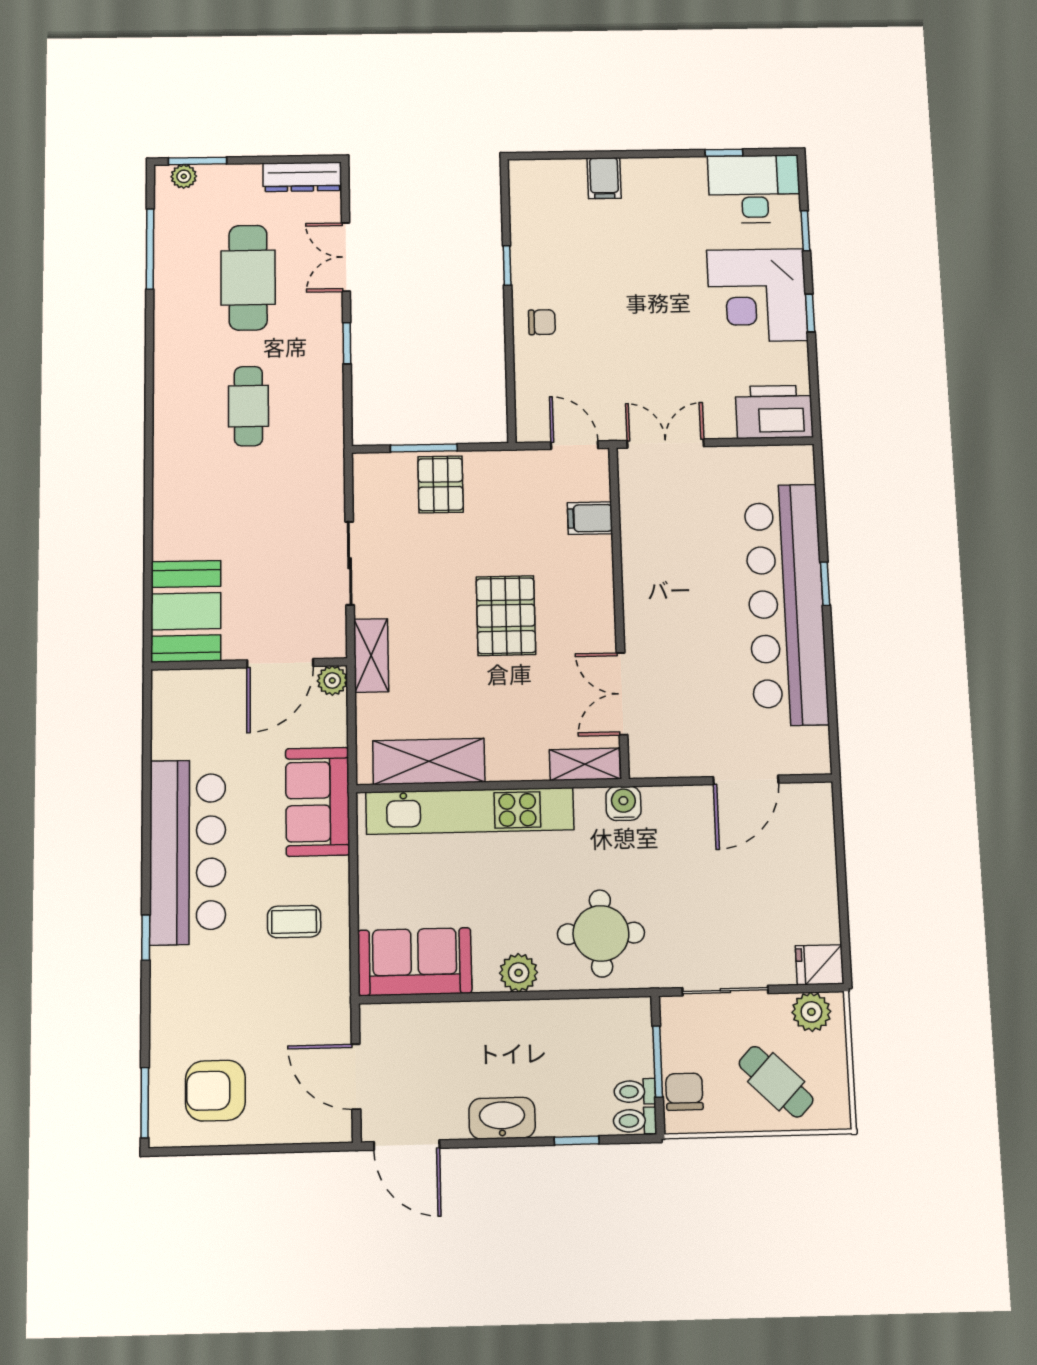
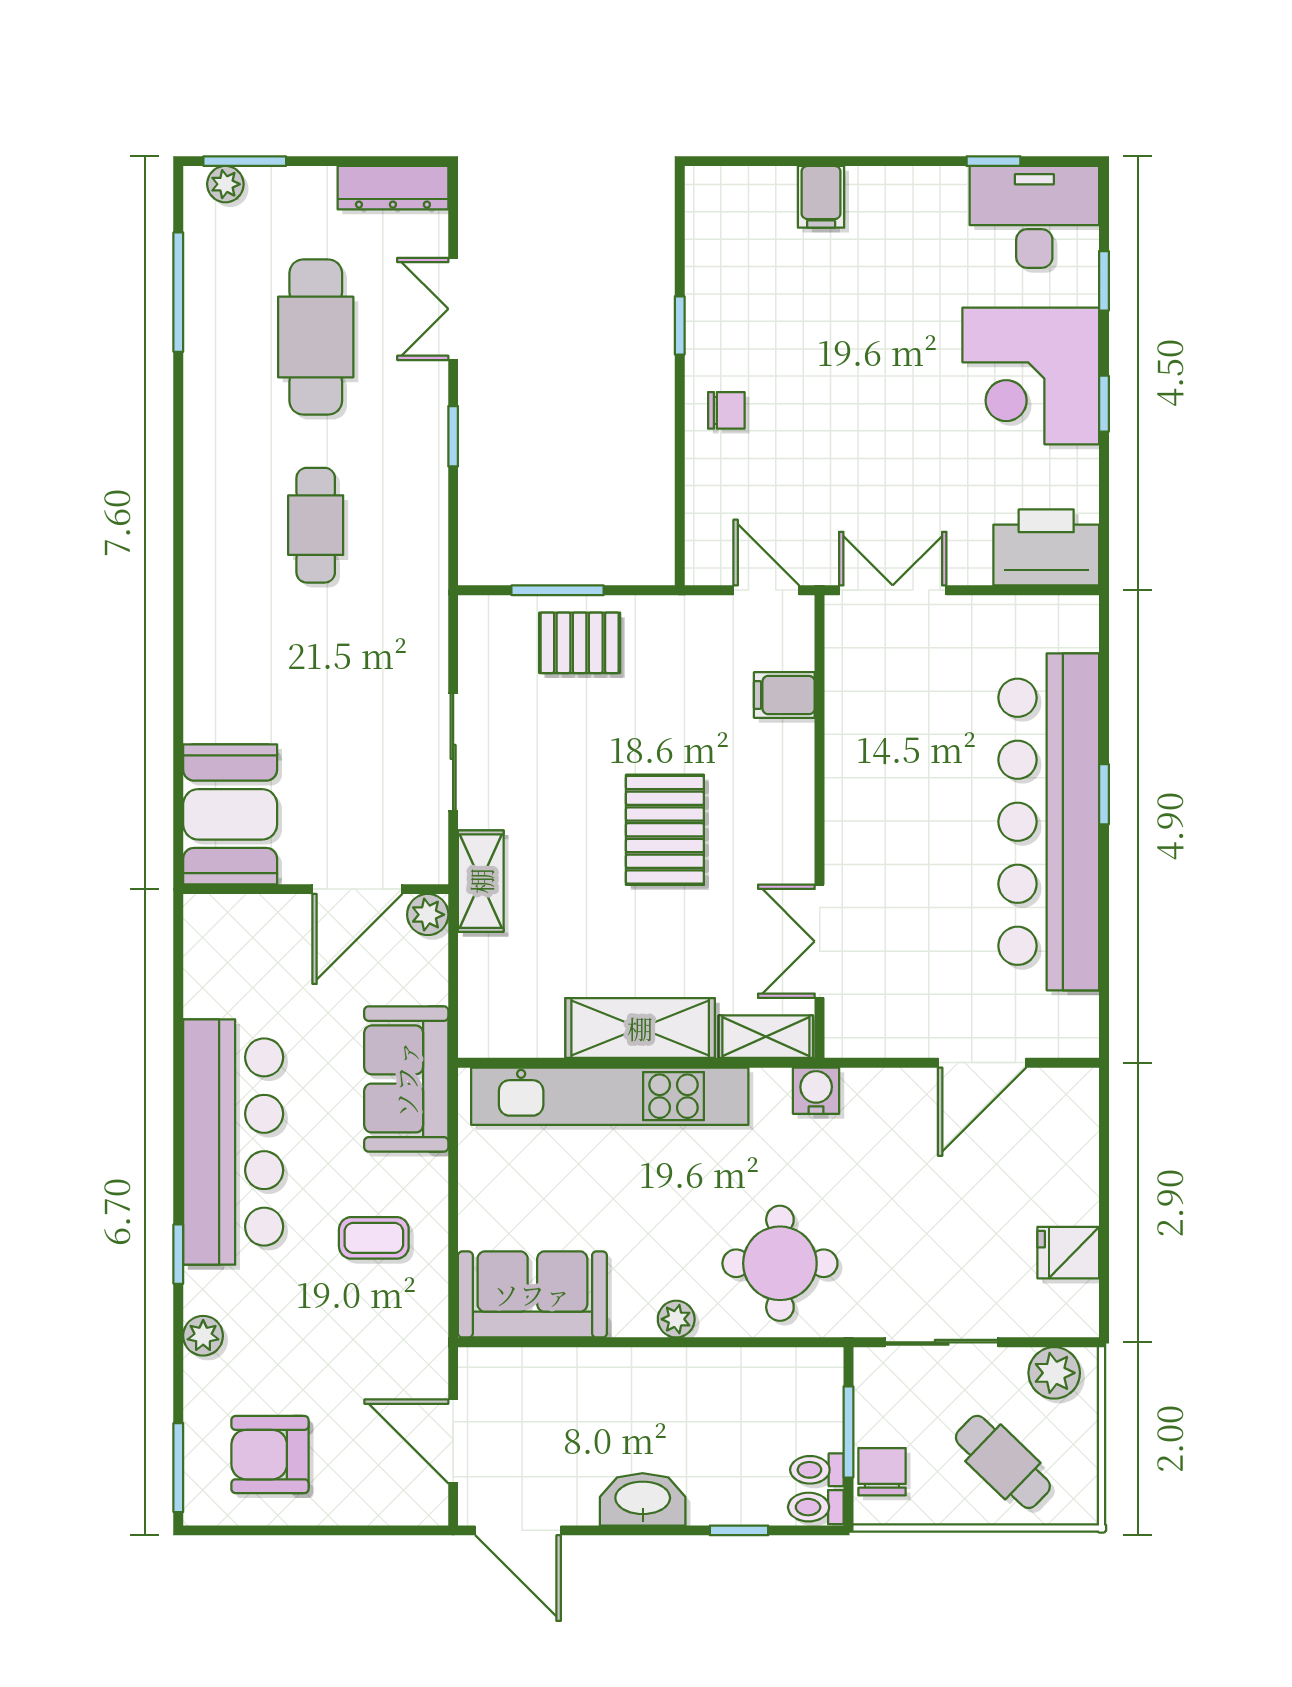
pallet: (441, 484) -> (580, 643), turned 90
shelving: (429, 761) -> (640, 1028), moved
fridge: (820, 965) -> (1068, 1253), moved
plant: (519, 973) -> (676, 1319), width x0.73, depth x0.73
plant: (164, 1000) -> (203, 1336), added

